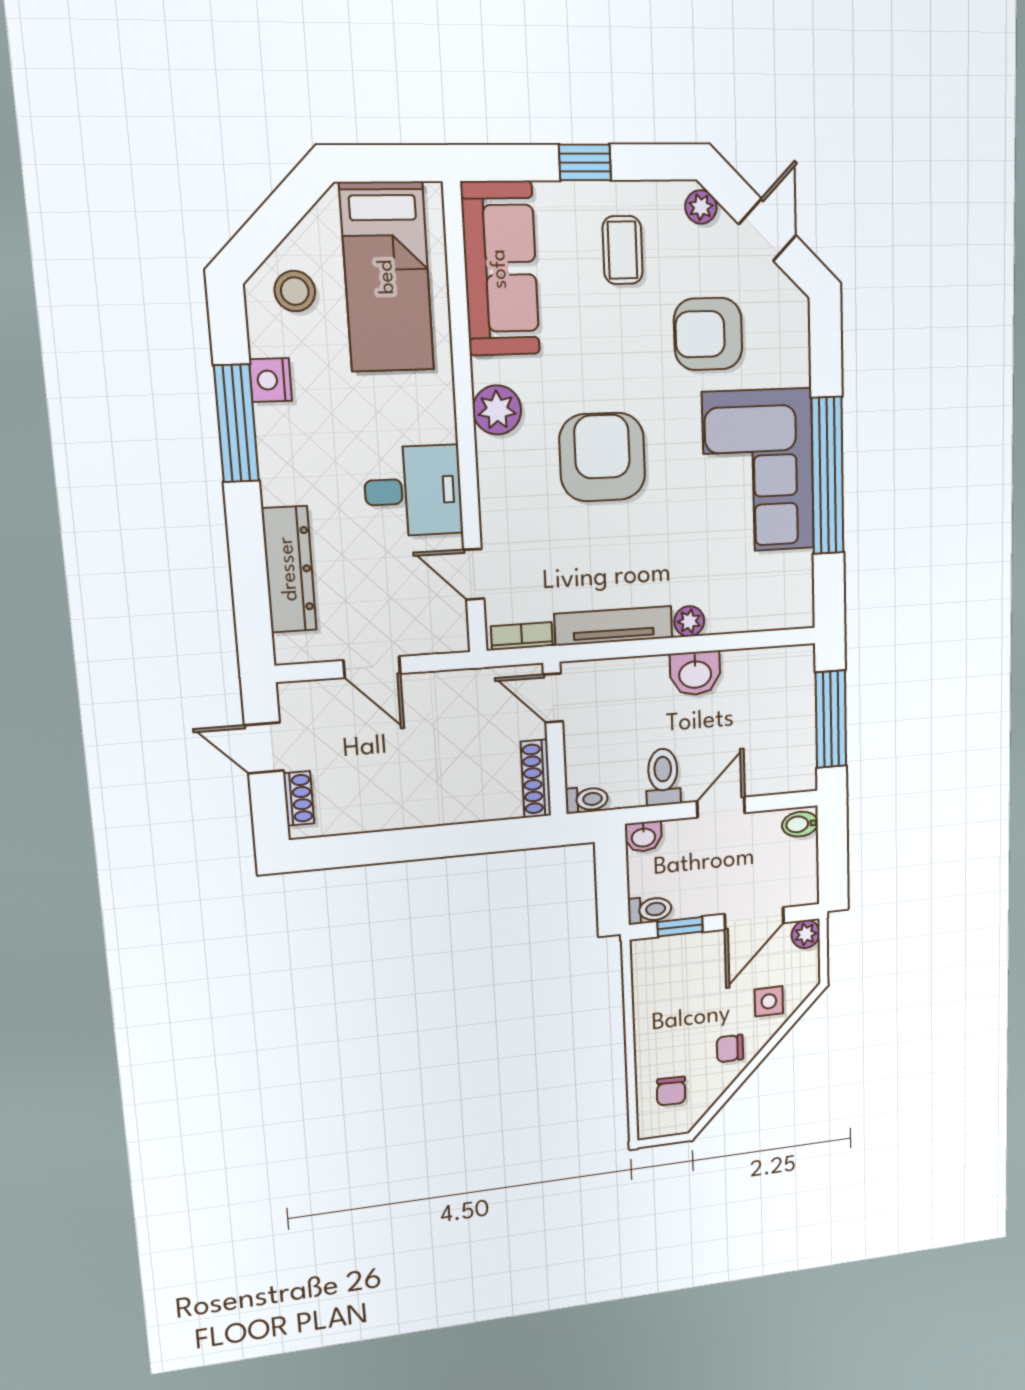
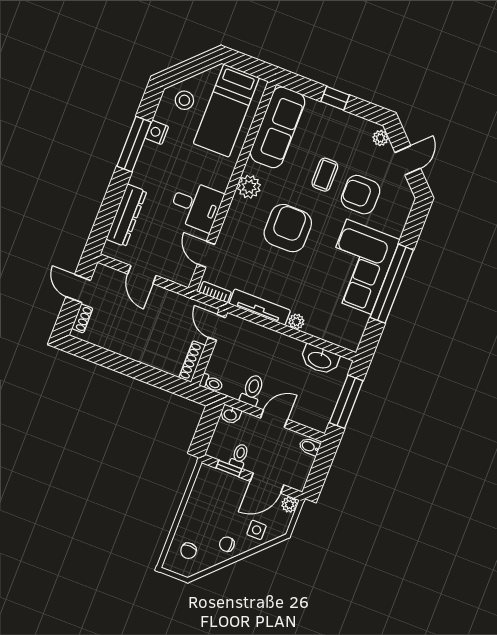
coffee table: (623, 250) -> (325, 175), moved
washbasin: (695, 673) -> (320, 360), moved, width x1.38
toilet: (650, 910) -> (239, 456), moved, turned -90

